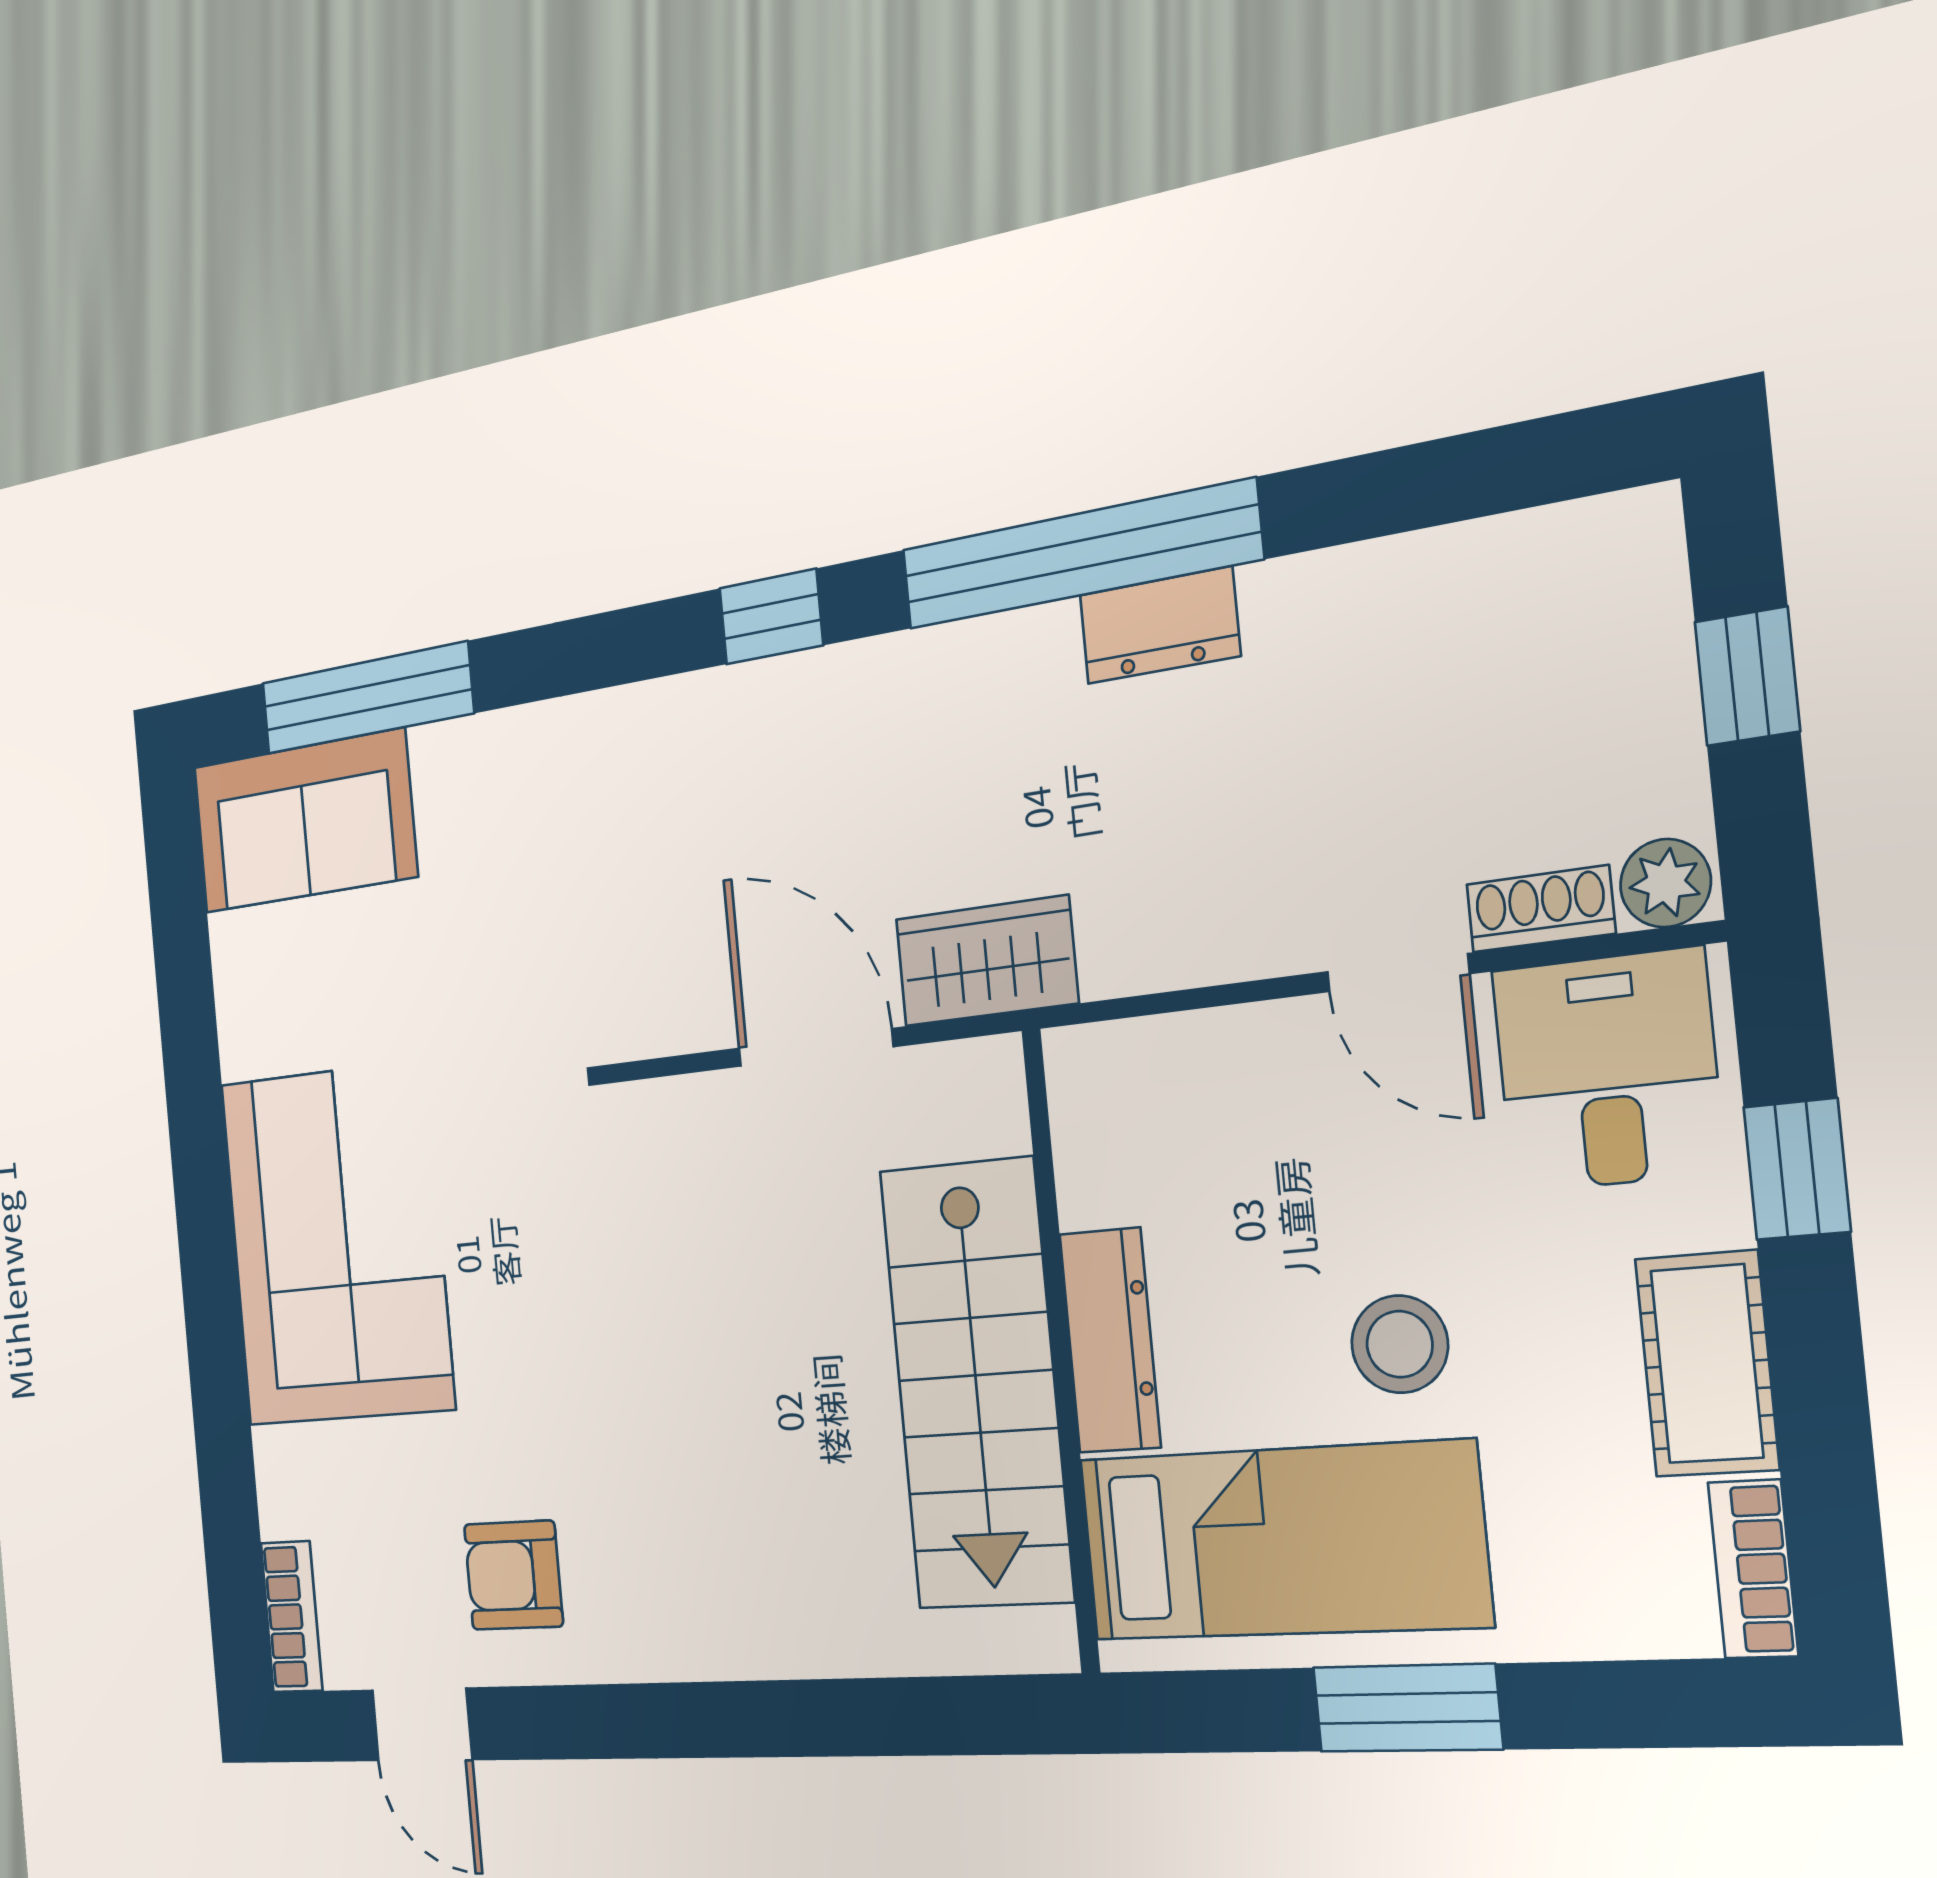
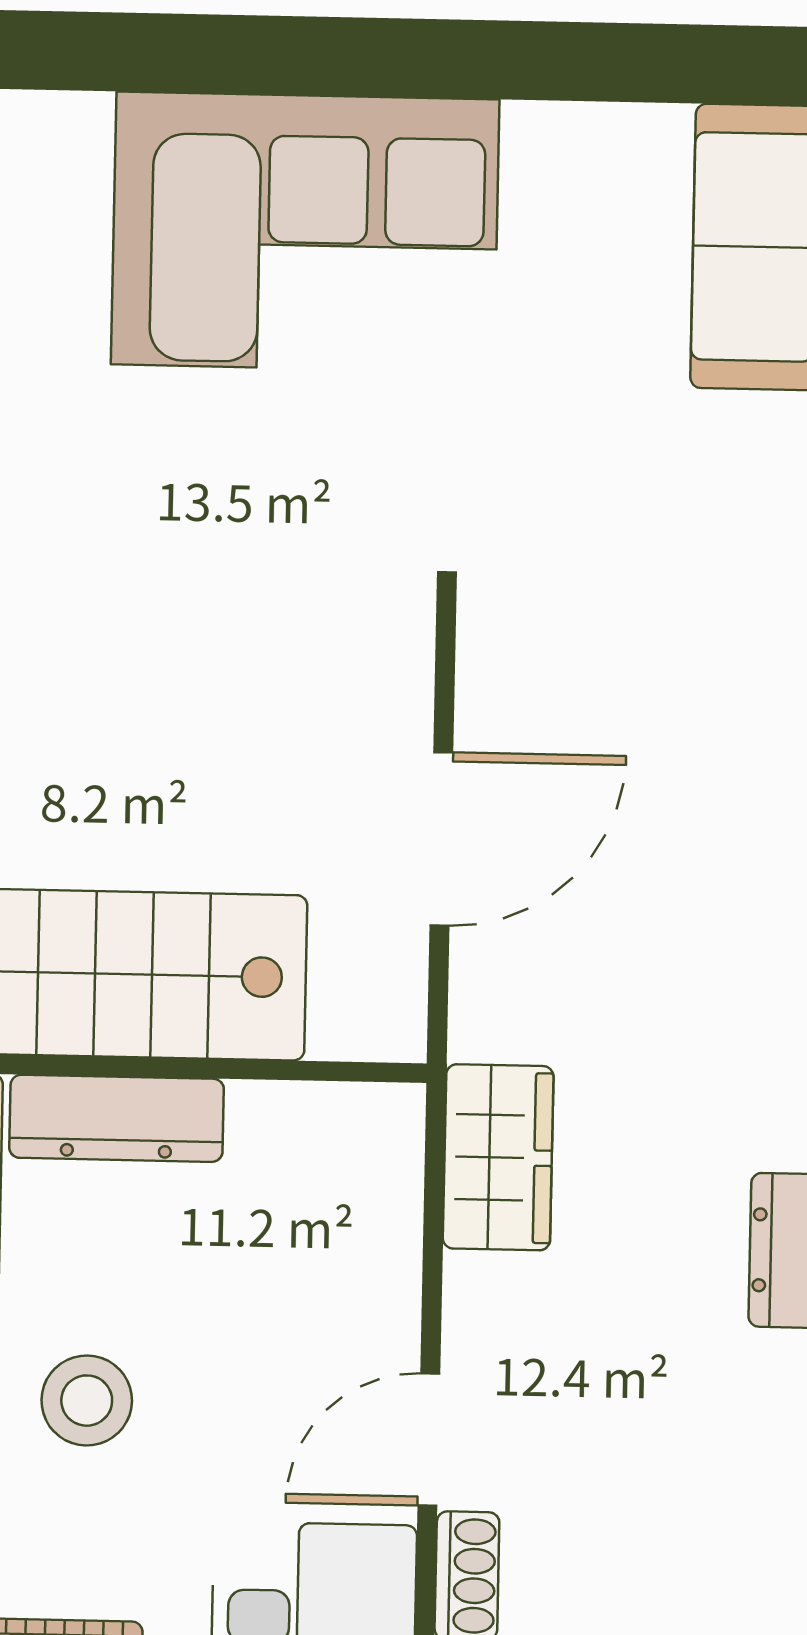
wardrobe: (986, 961) -> (498, 1157), moved

